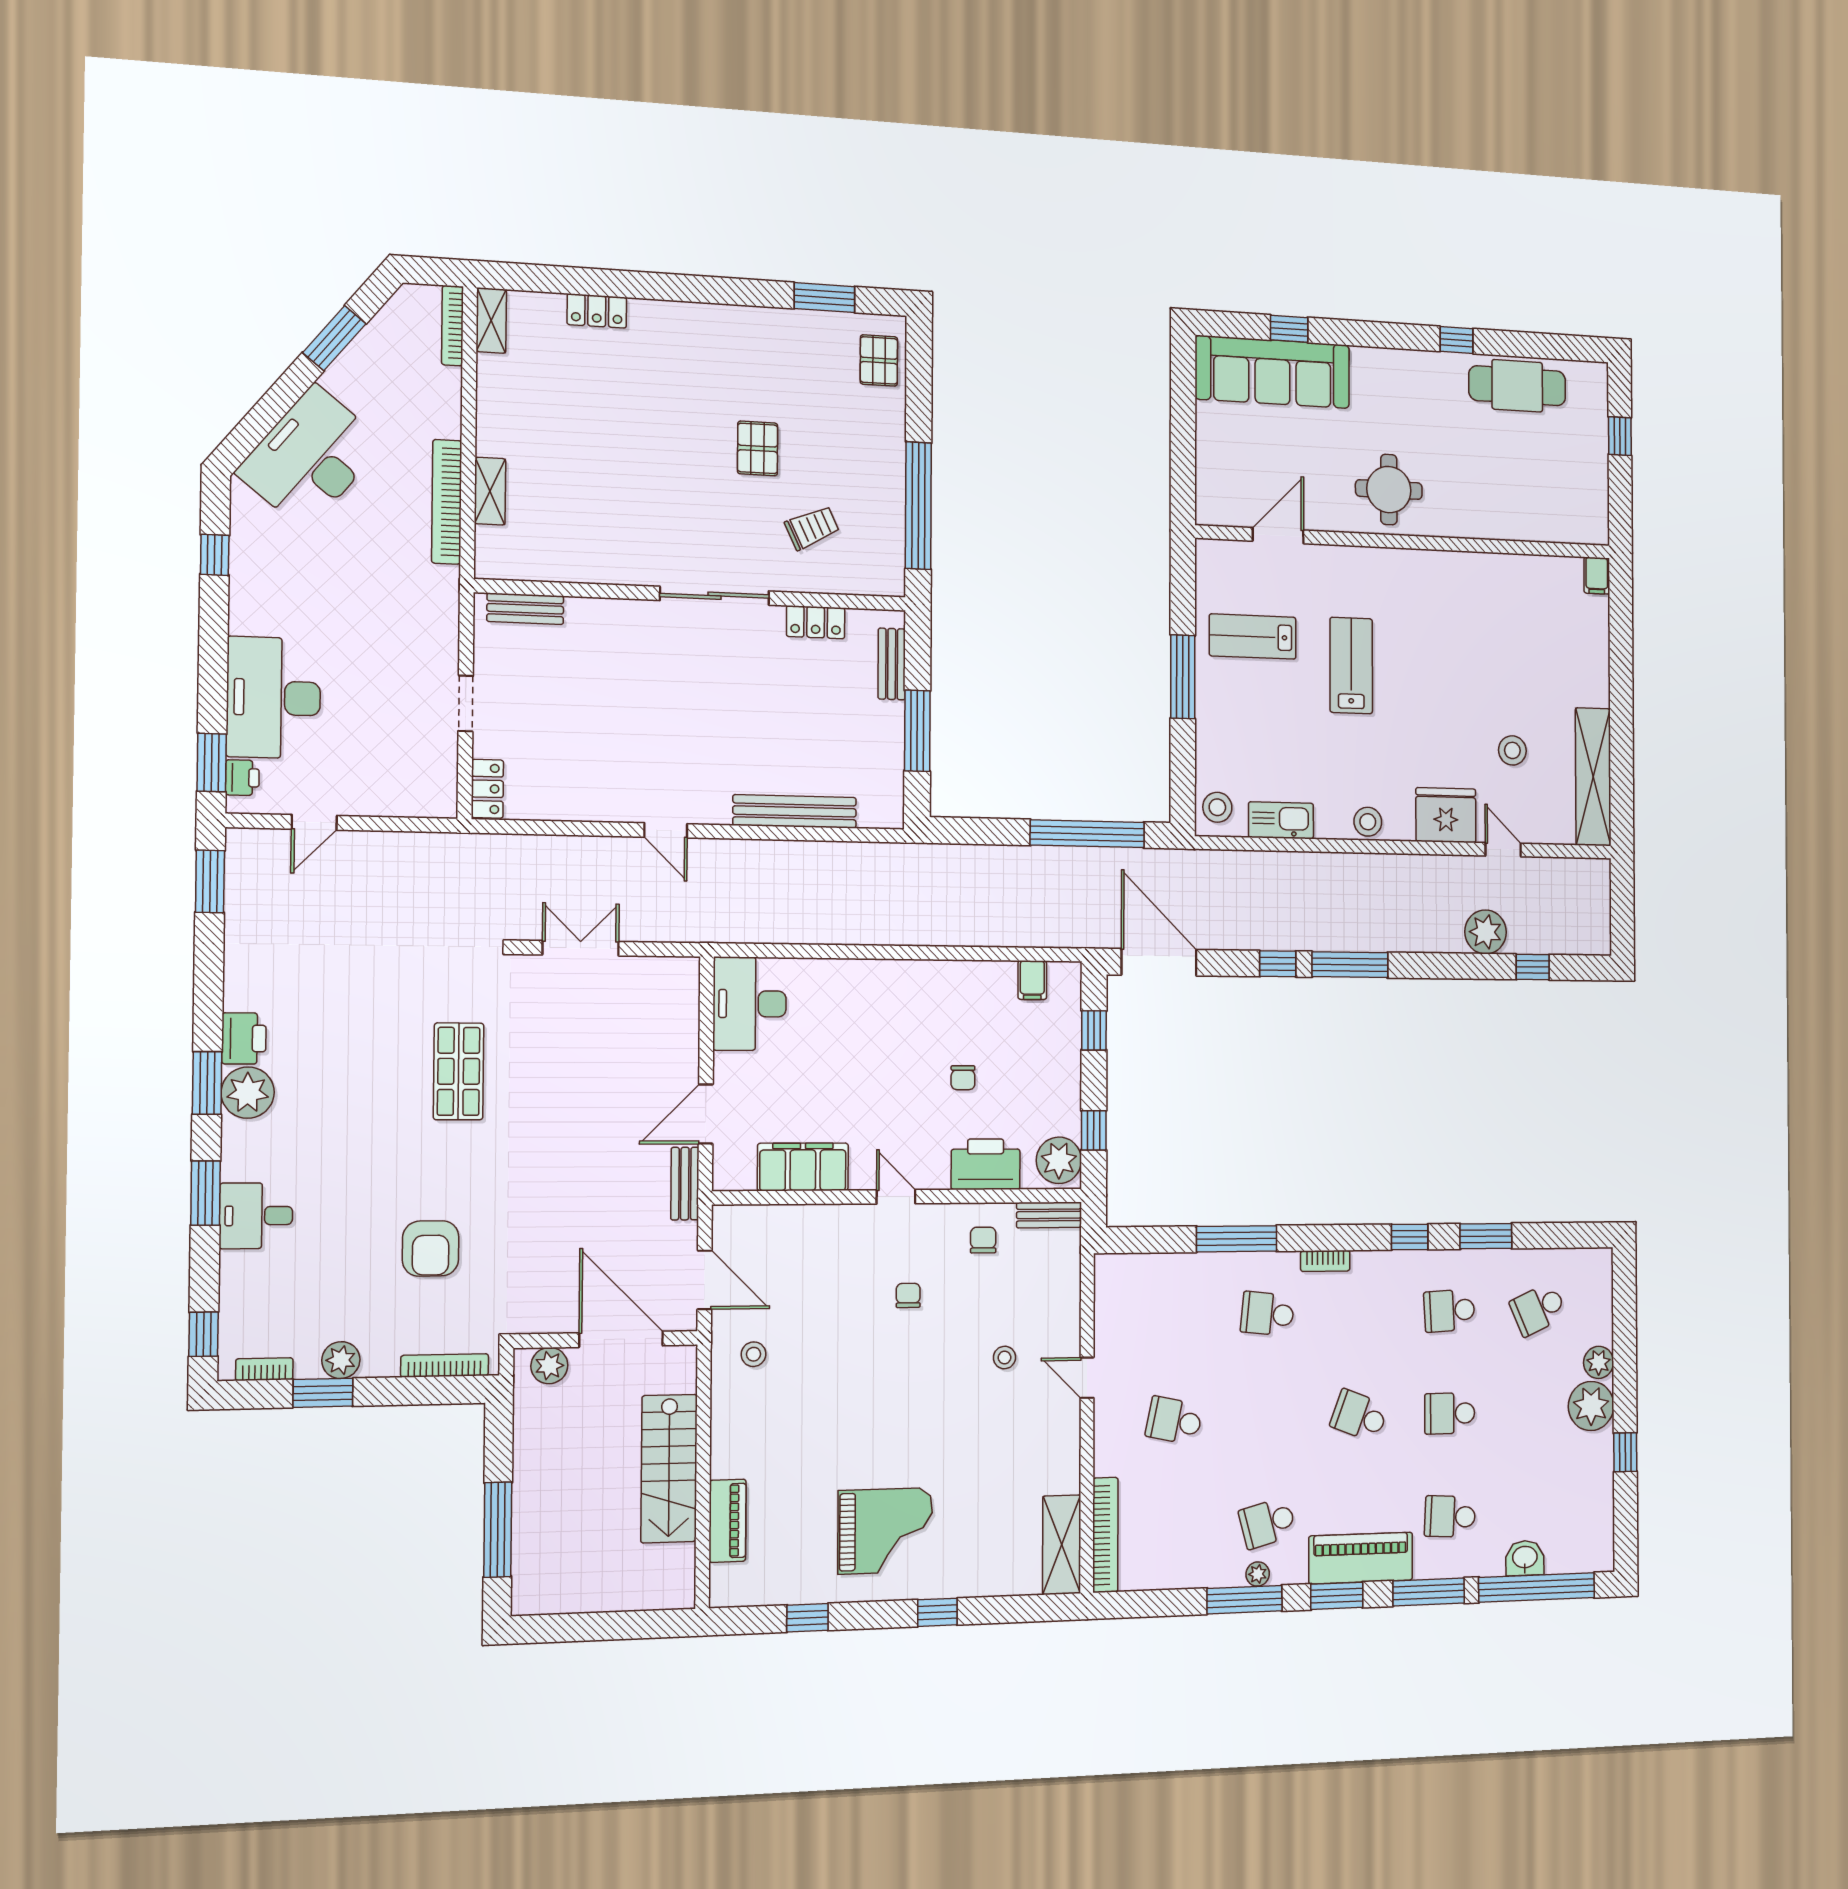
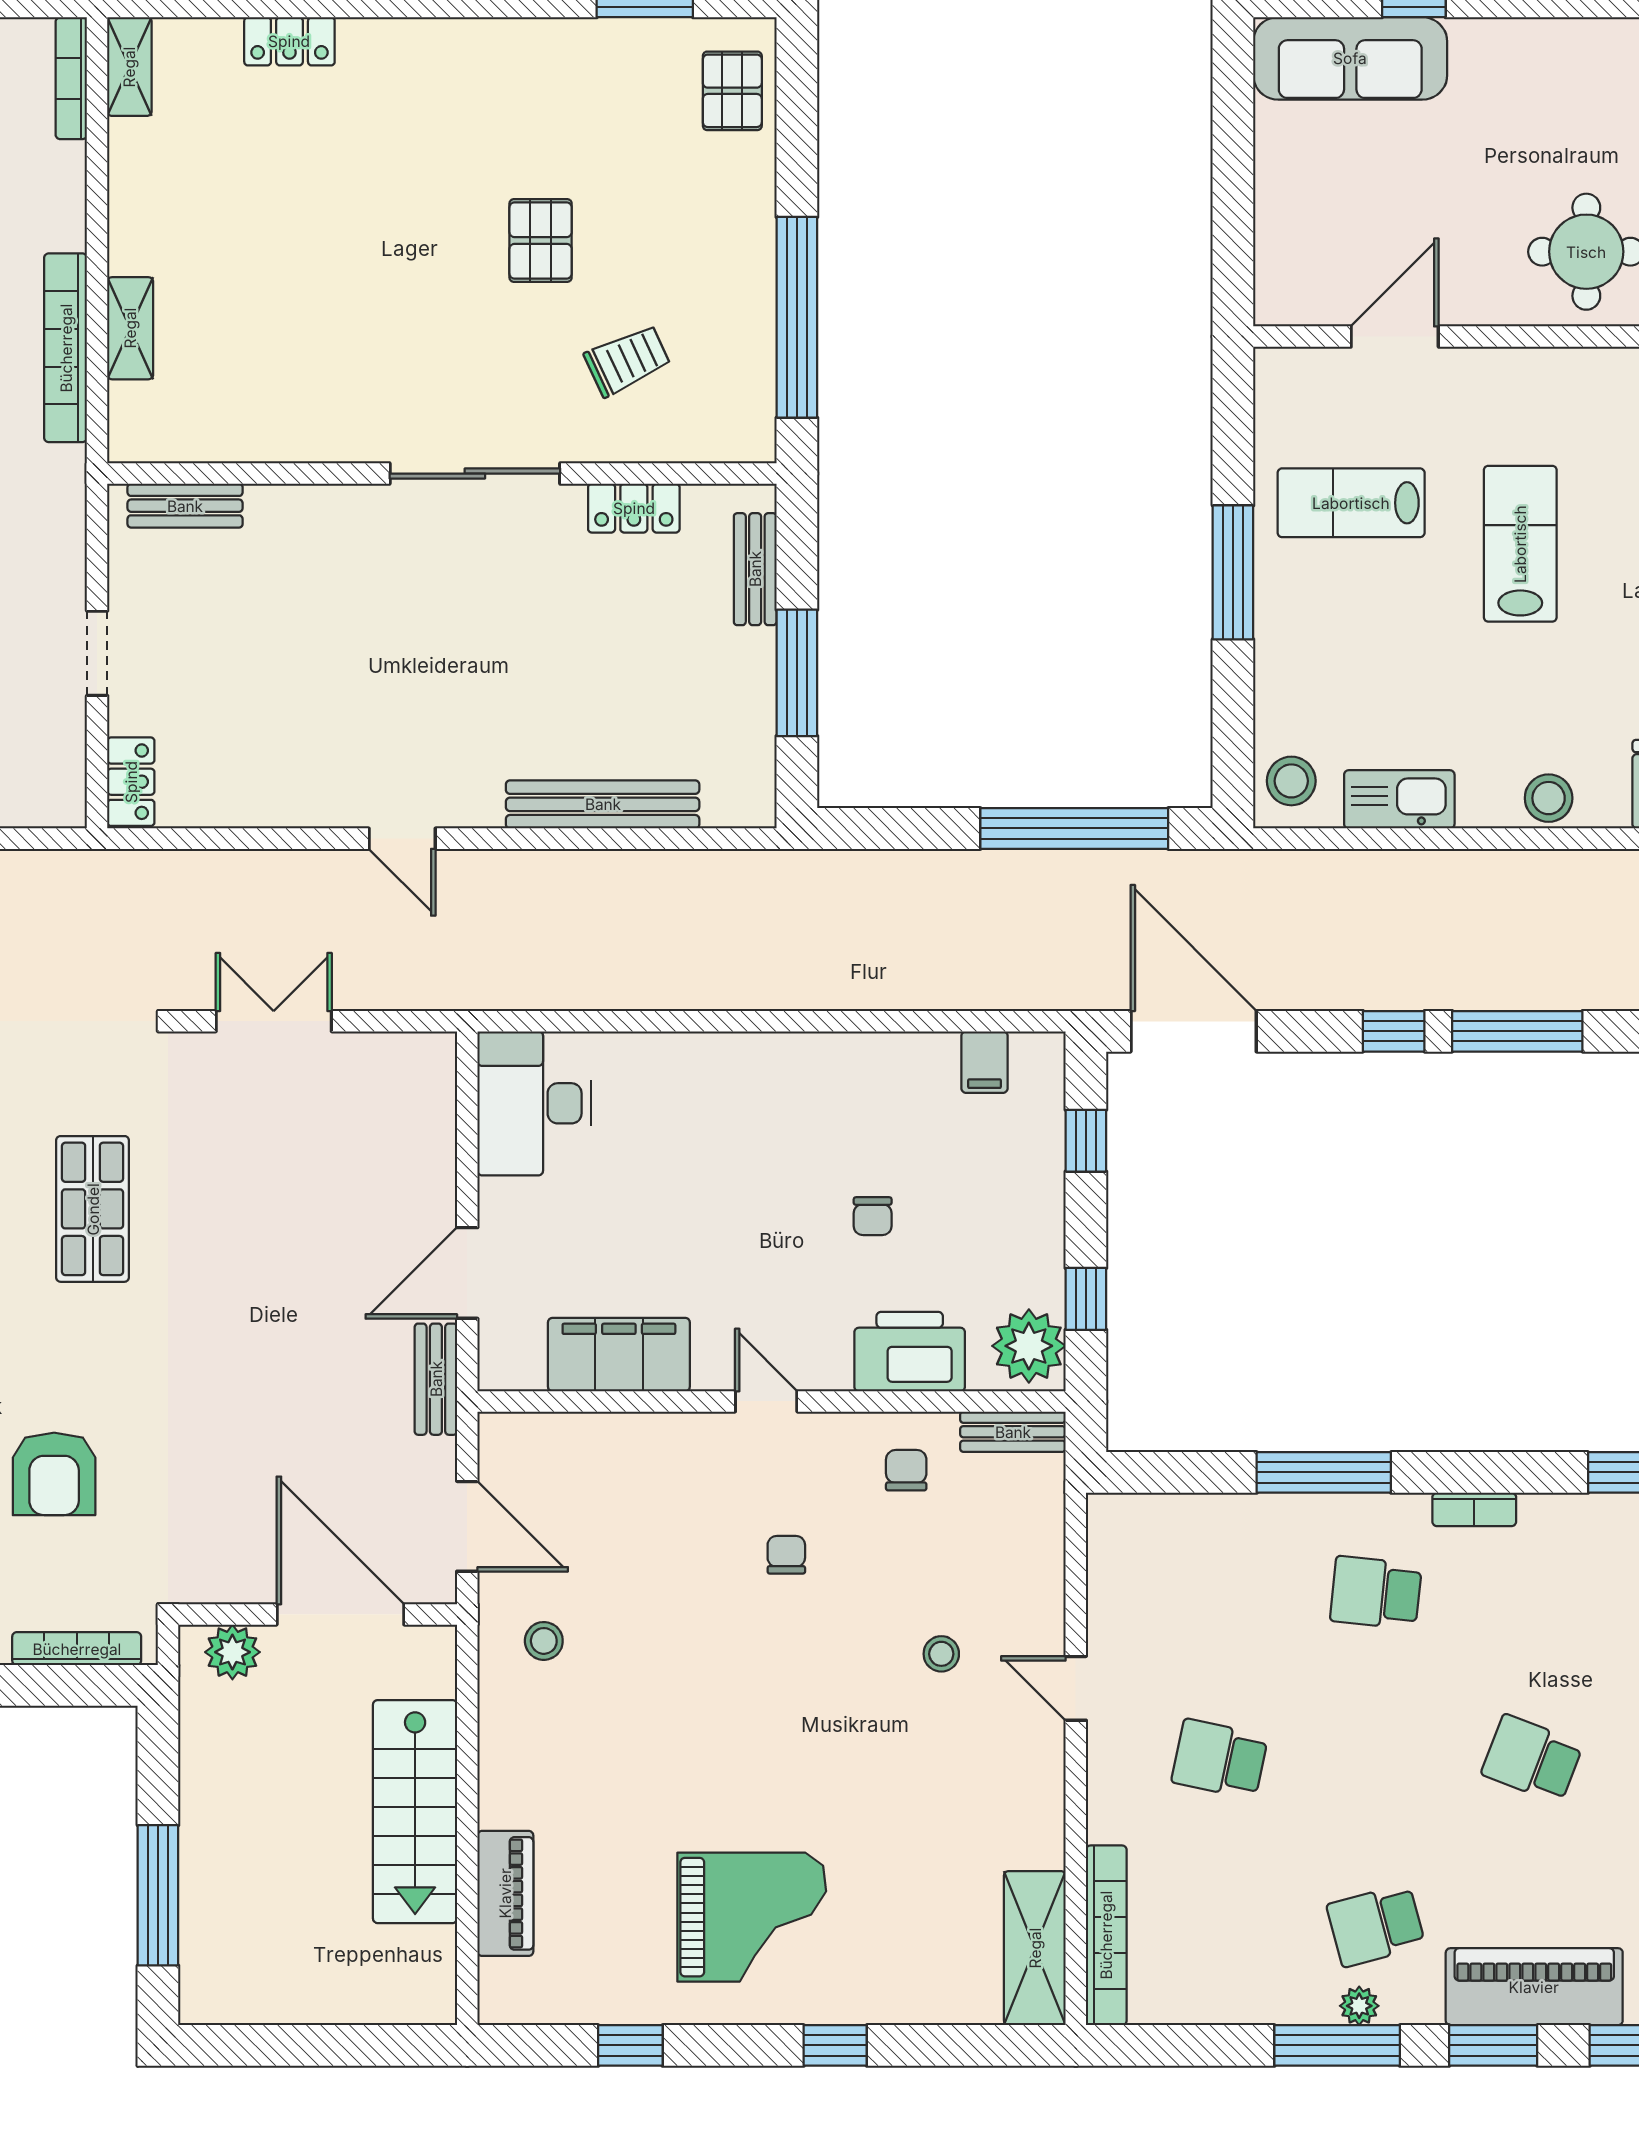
sofa: (1272, 372) -> (1350, 58), width x0.74, depth x0.79

